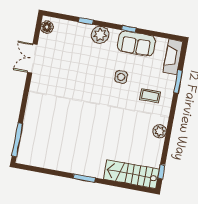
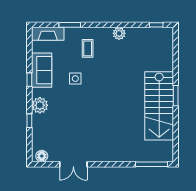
stairs: (131, 174) -> (159, 106), moved, width x1.36, depth x1.51

